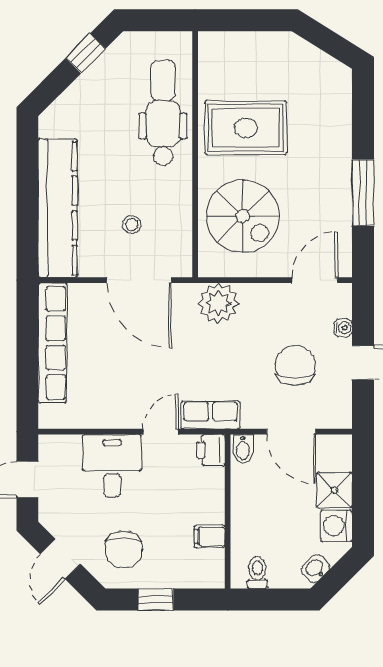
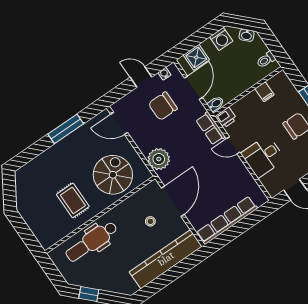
rug: (246, 128) -> (73, 200), width x0.73, depth x0.70
water cooler: (343, 328) -> (164, 74), moved
shower: (334, 490) -> (196, 57), moved

